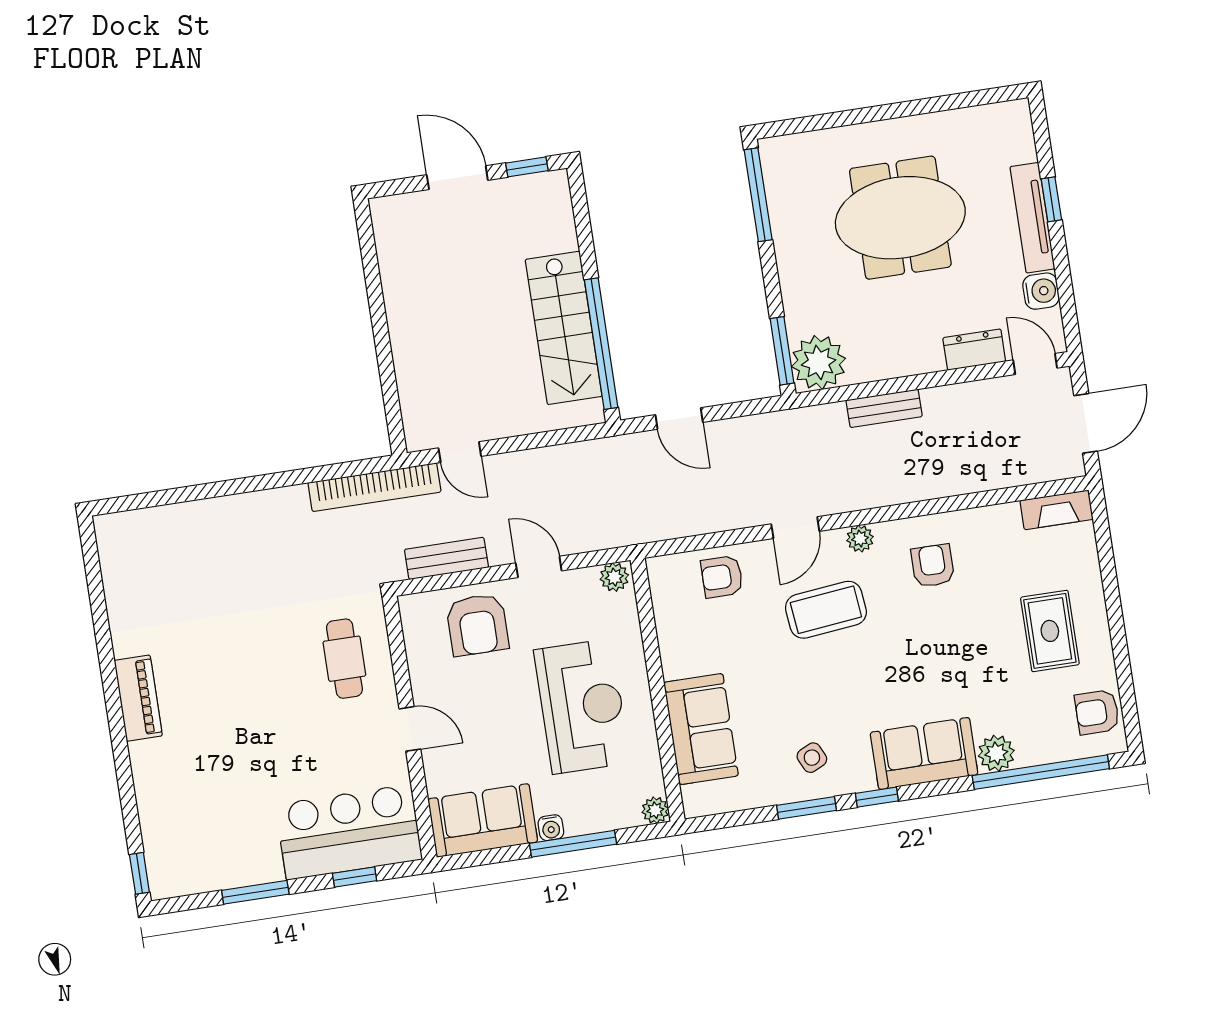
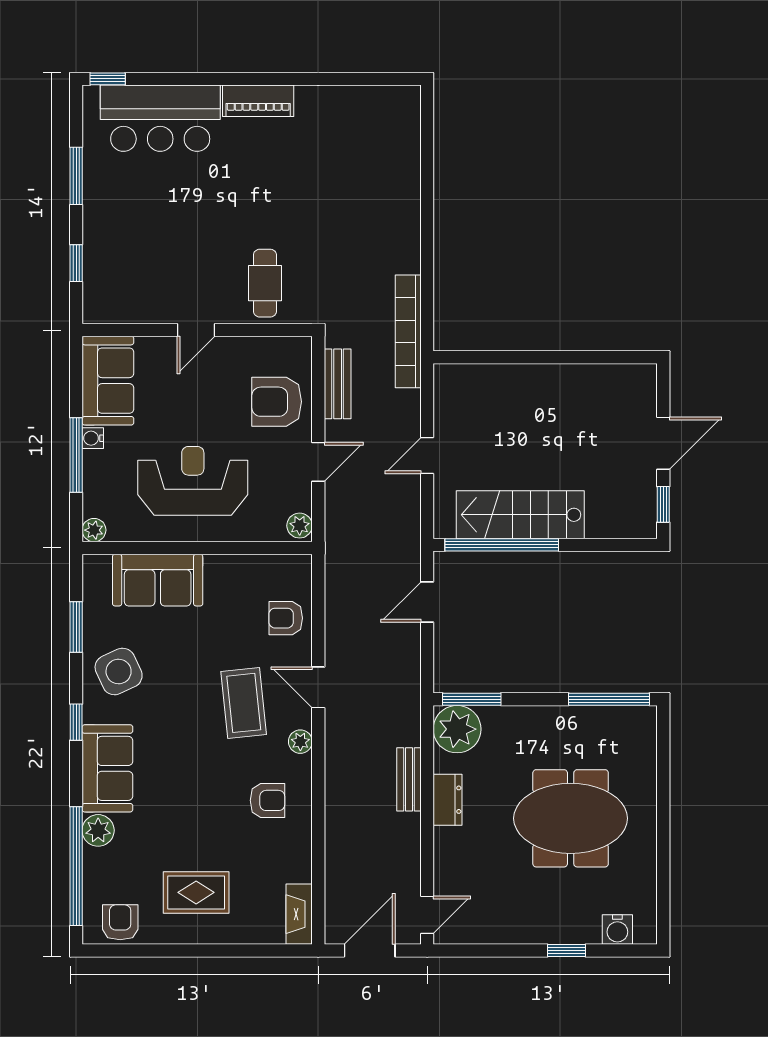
meeting table: (900, 218) -> (571, 818), turned 90
tv unit: (1032, 218) -> (553, 932), removed
water cooler: (1041, 291) -> (617, 929), moved
dresser: (974, 350) -> (448, 800), moved
door: (1086, 423) -> (370, 950), swing flipped
door: (460, 452) -> (427, 456), moved
armchair: (722, 577) -> (286, 618), turned -90
cafe table: (344, 659) -> (265, 283), turned 90
reception desk: (582, 706) -> (193, 481), turned 180
side table: (812, 758) -> (119, 671), width x1.87, depth x1.87
window: (806, 808) -> (76, 627), moved
bar counter: (349, 832) -> (160, 118), moved, turned 90

